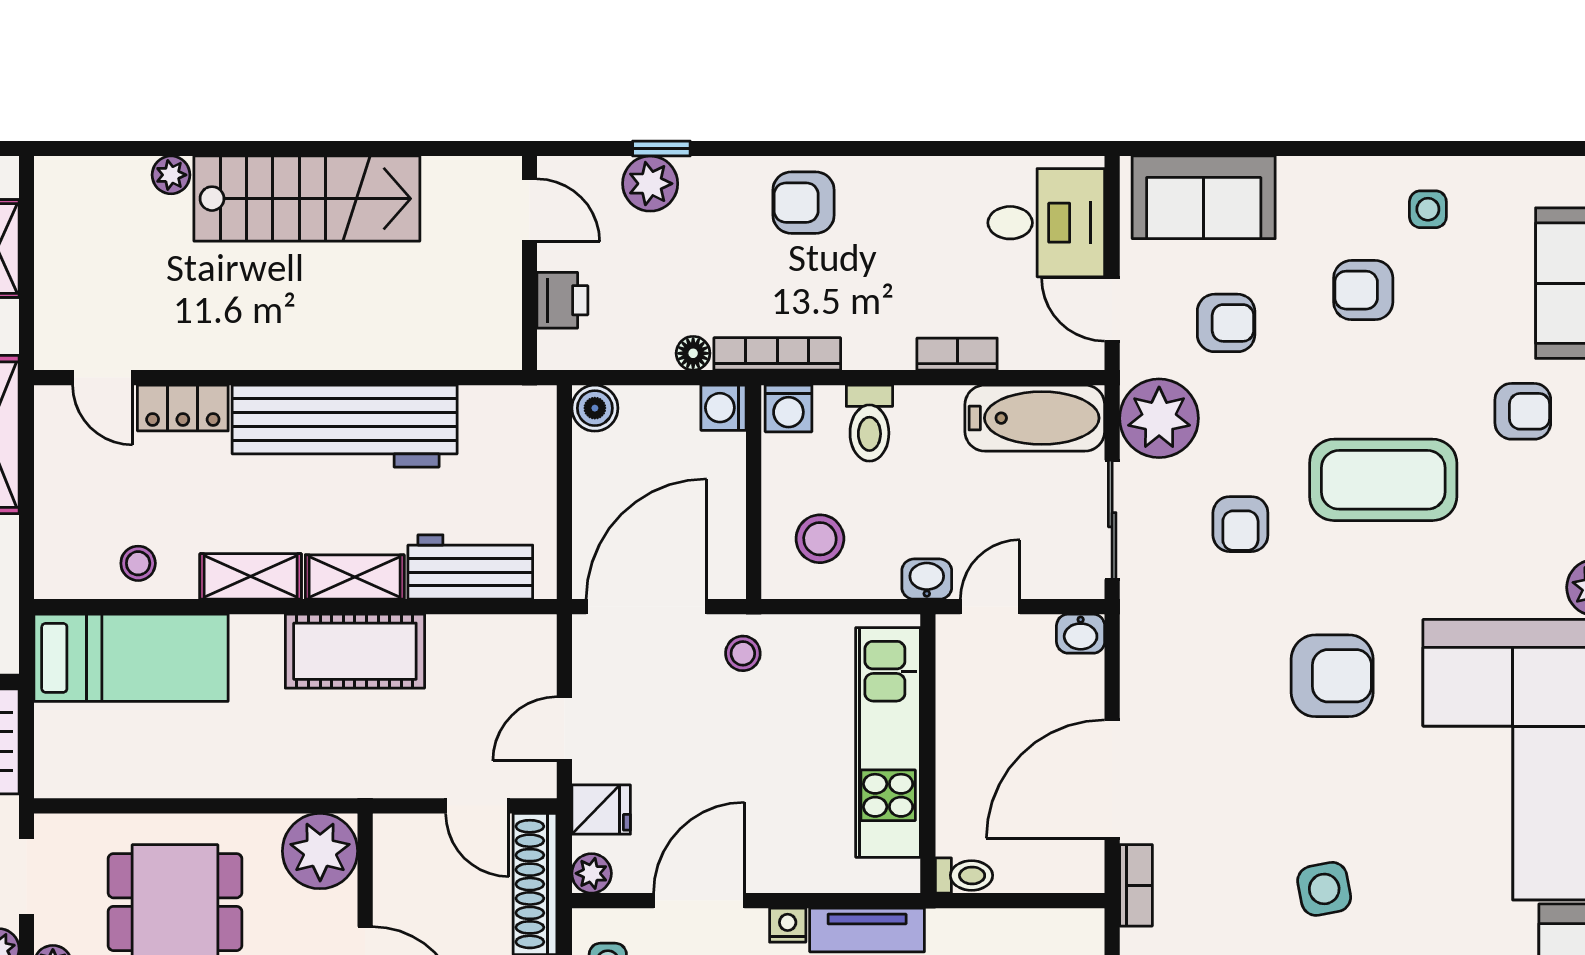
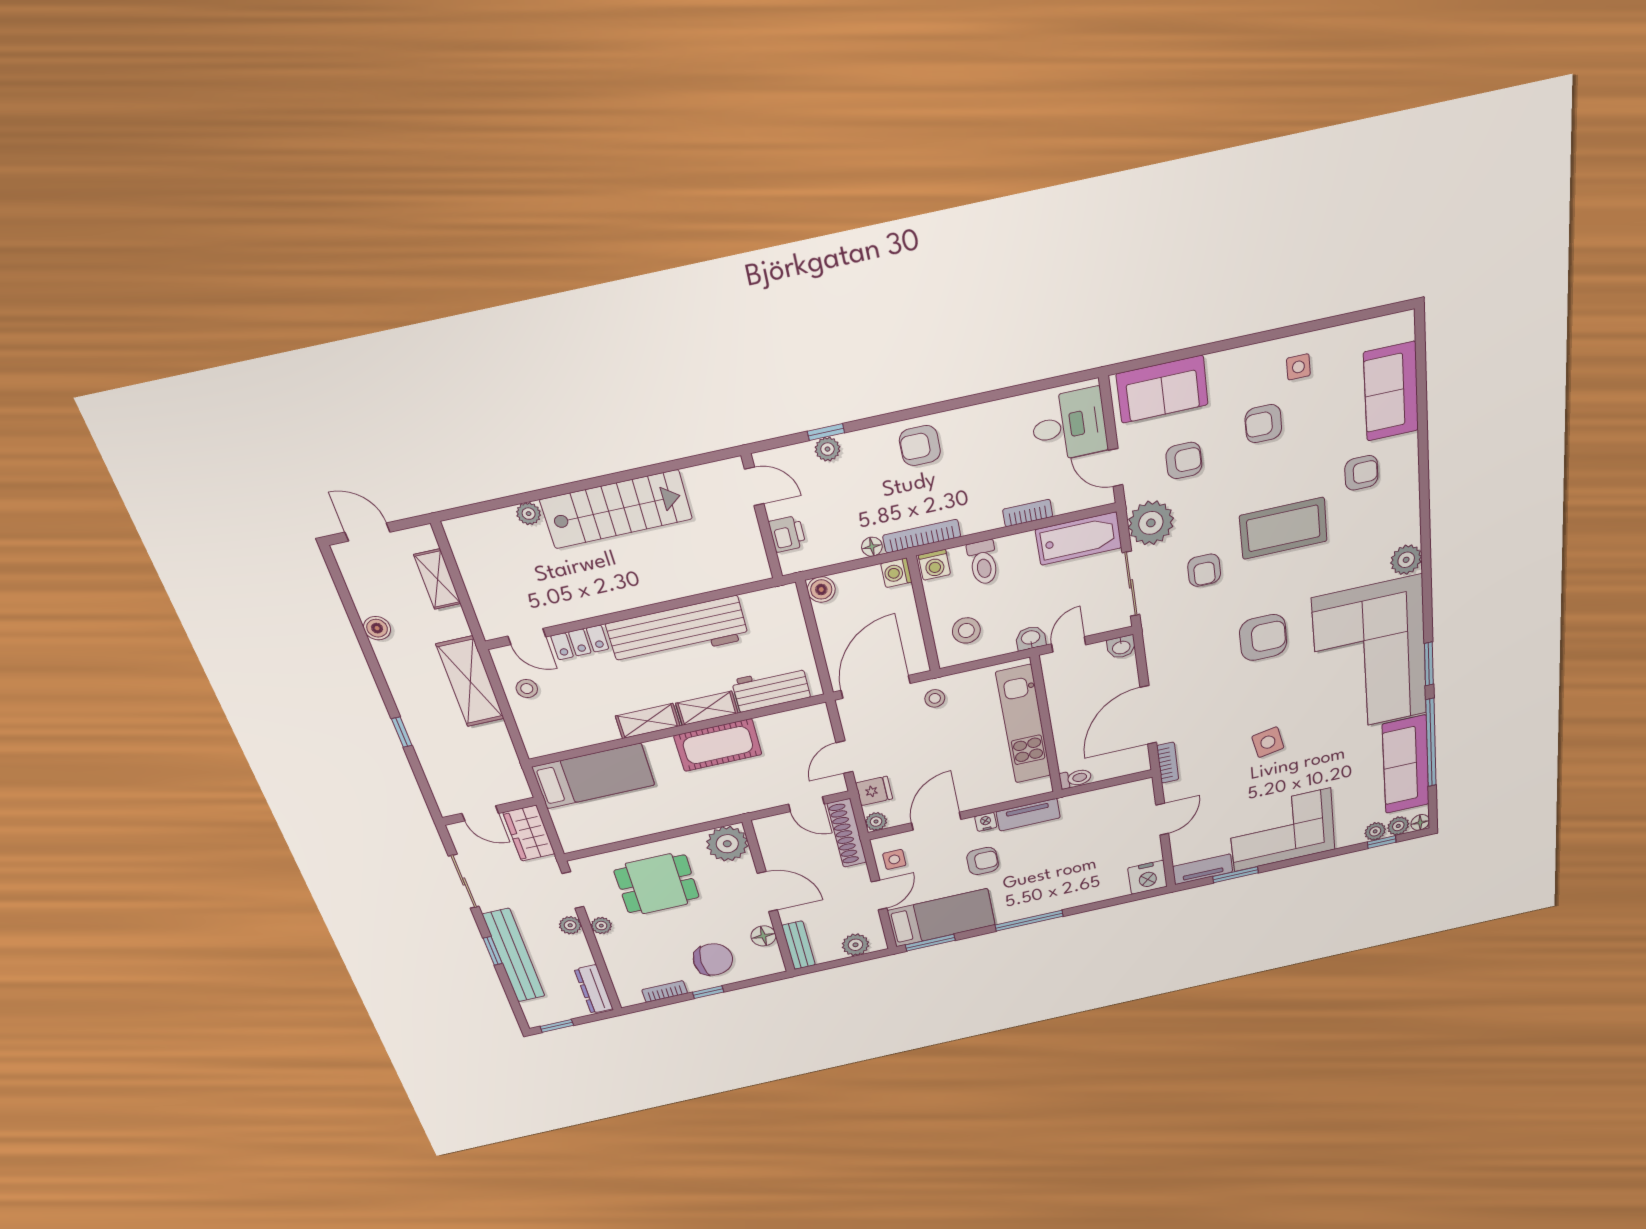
plant: (650, 184) -> (827, 449), width x0.73, depth x0.73
stool: (138, 563) -> (527, 689), moved

